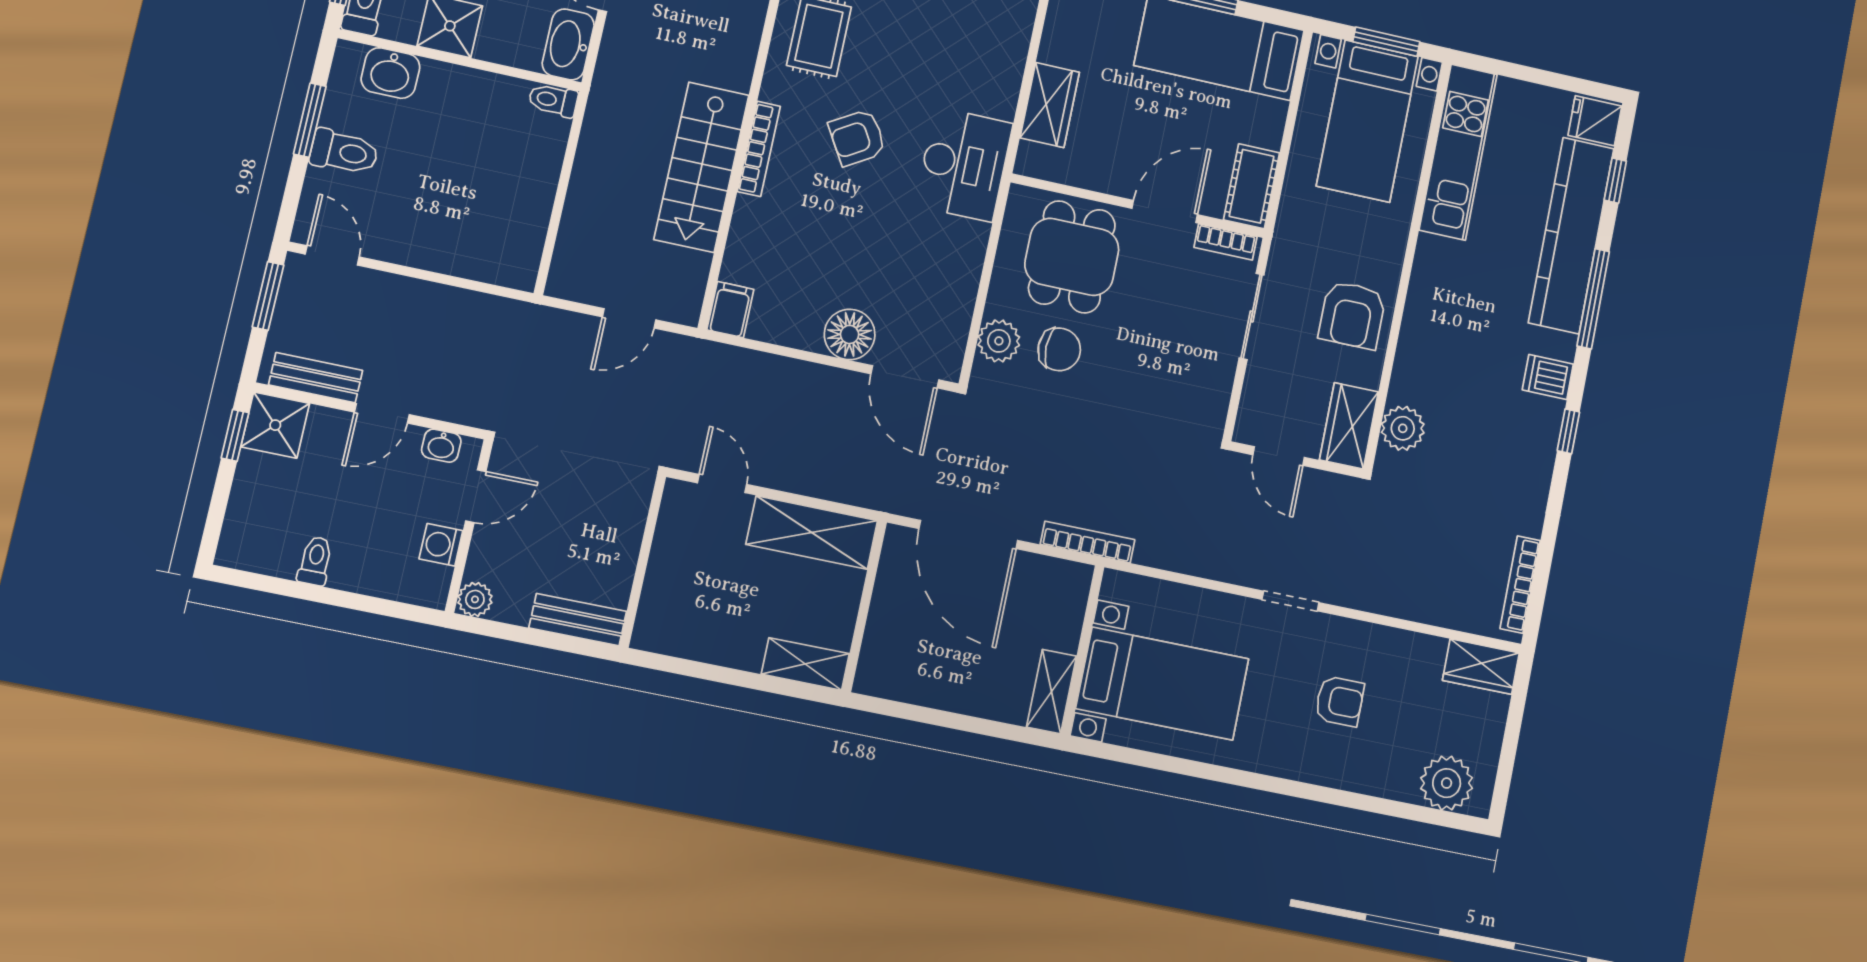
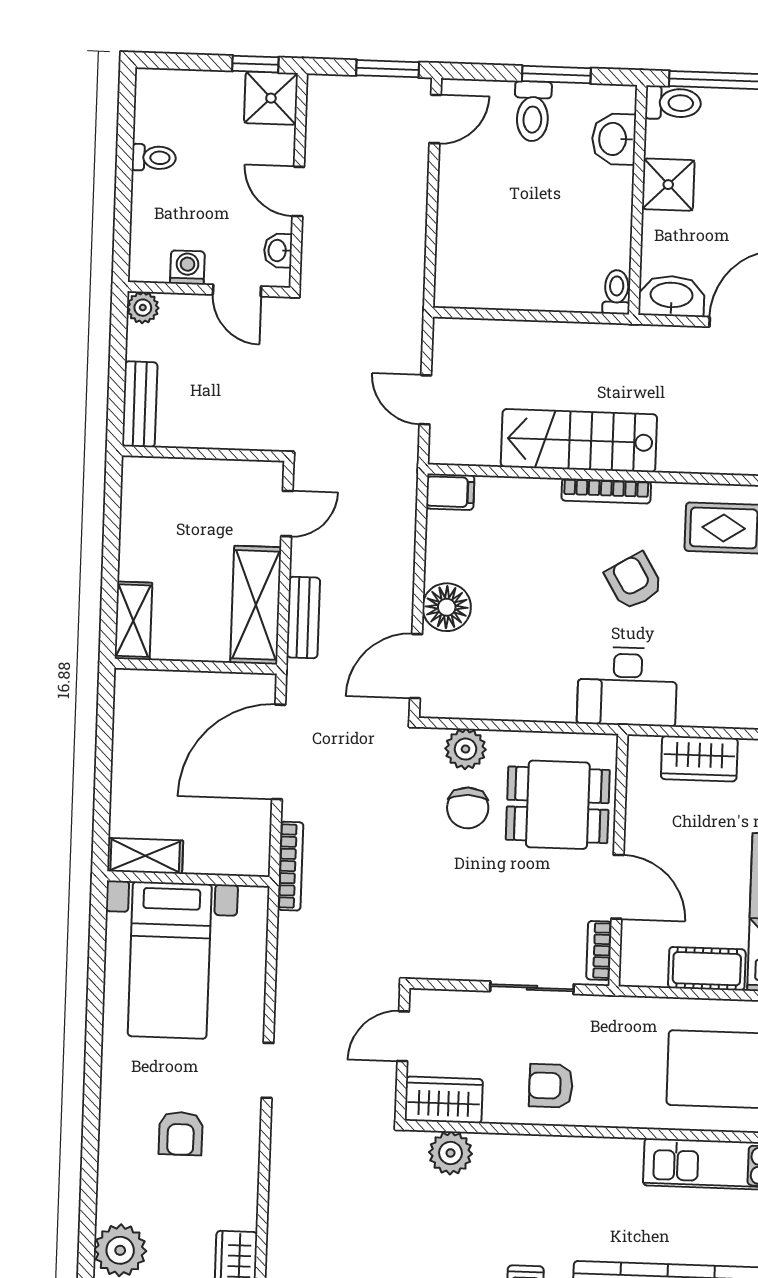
cot: (1252, 186) -> (707, 969), moved
armchair: (1352, 315) -> (551, 1086), width x0.72, depth x0.72
bench: (316, 378) -> (303, 617), moved

